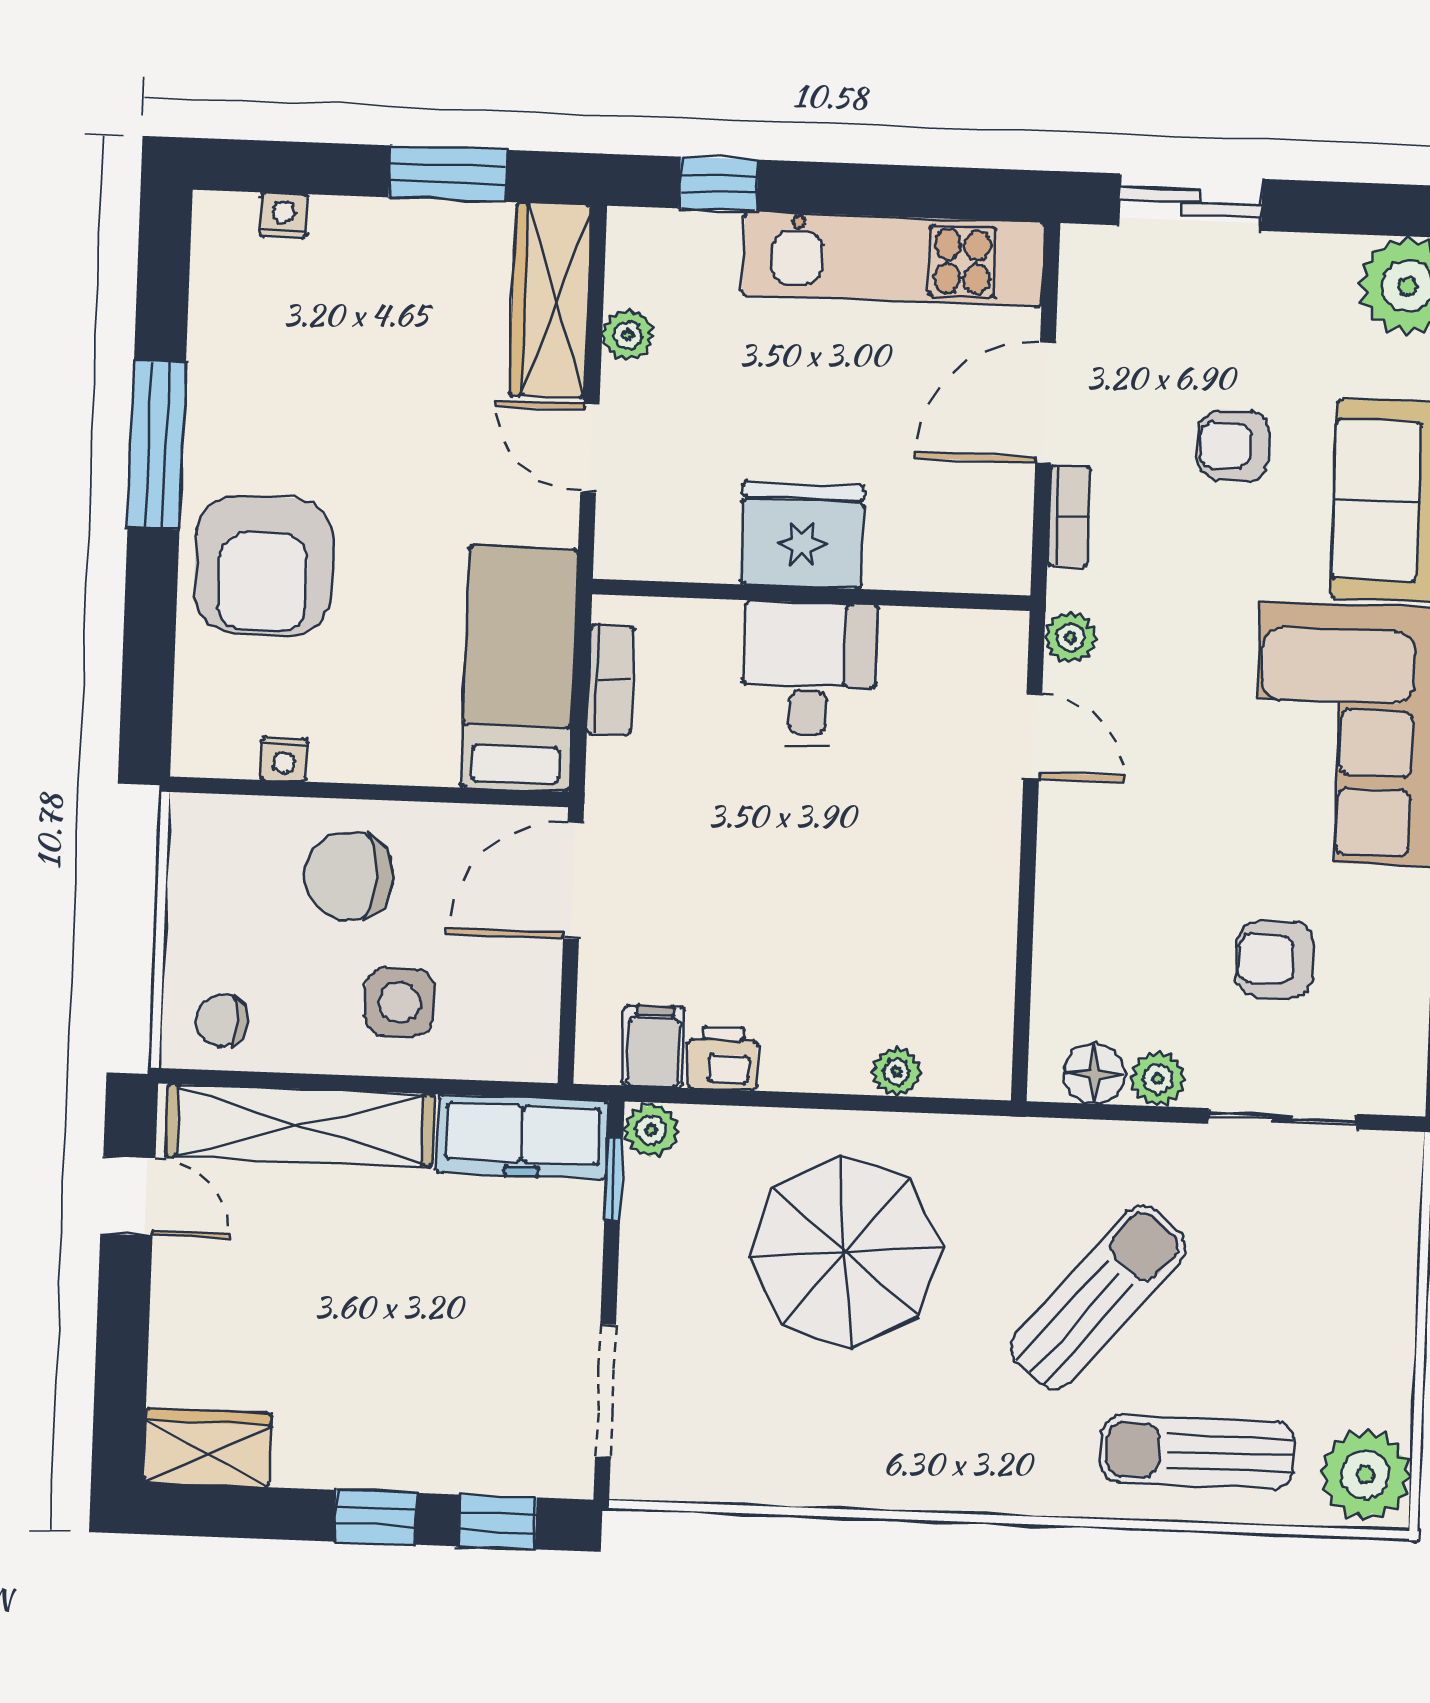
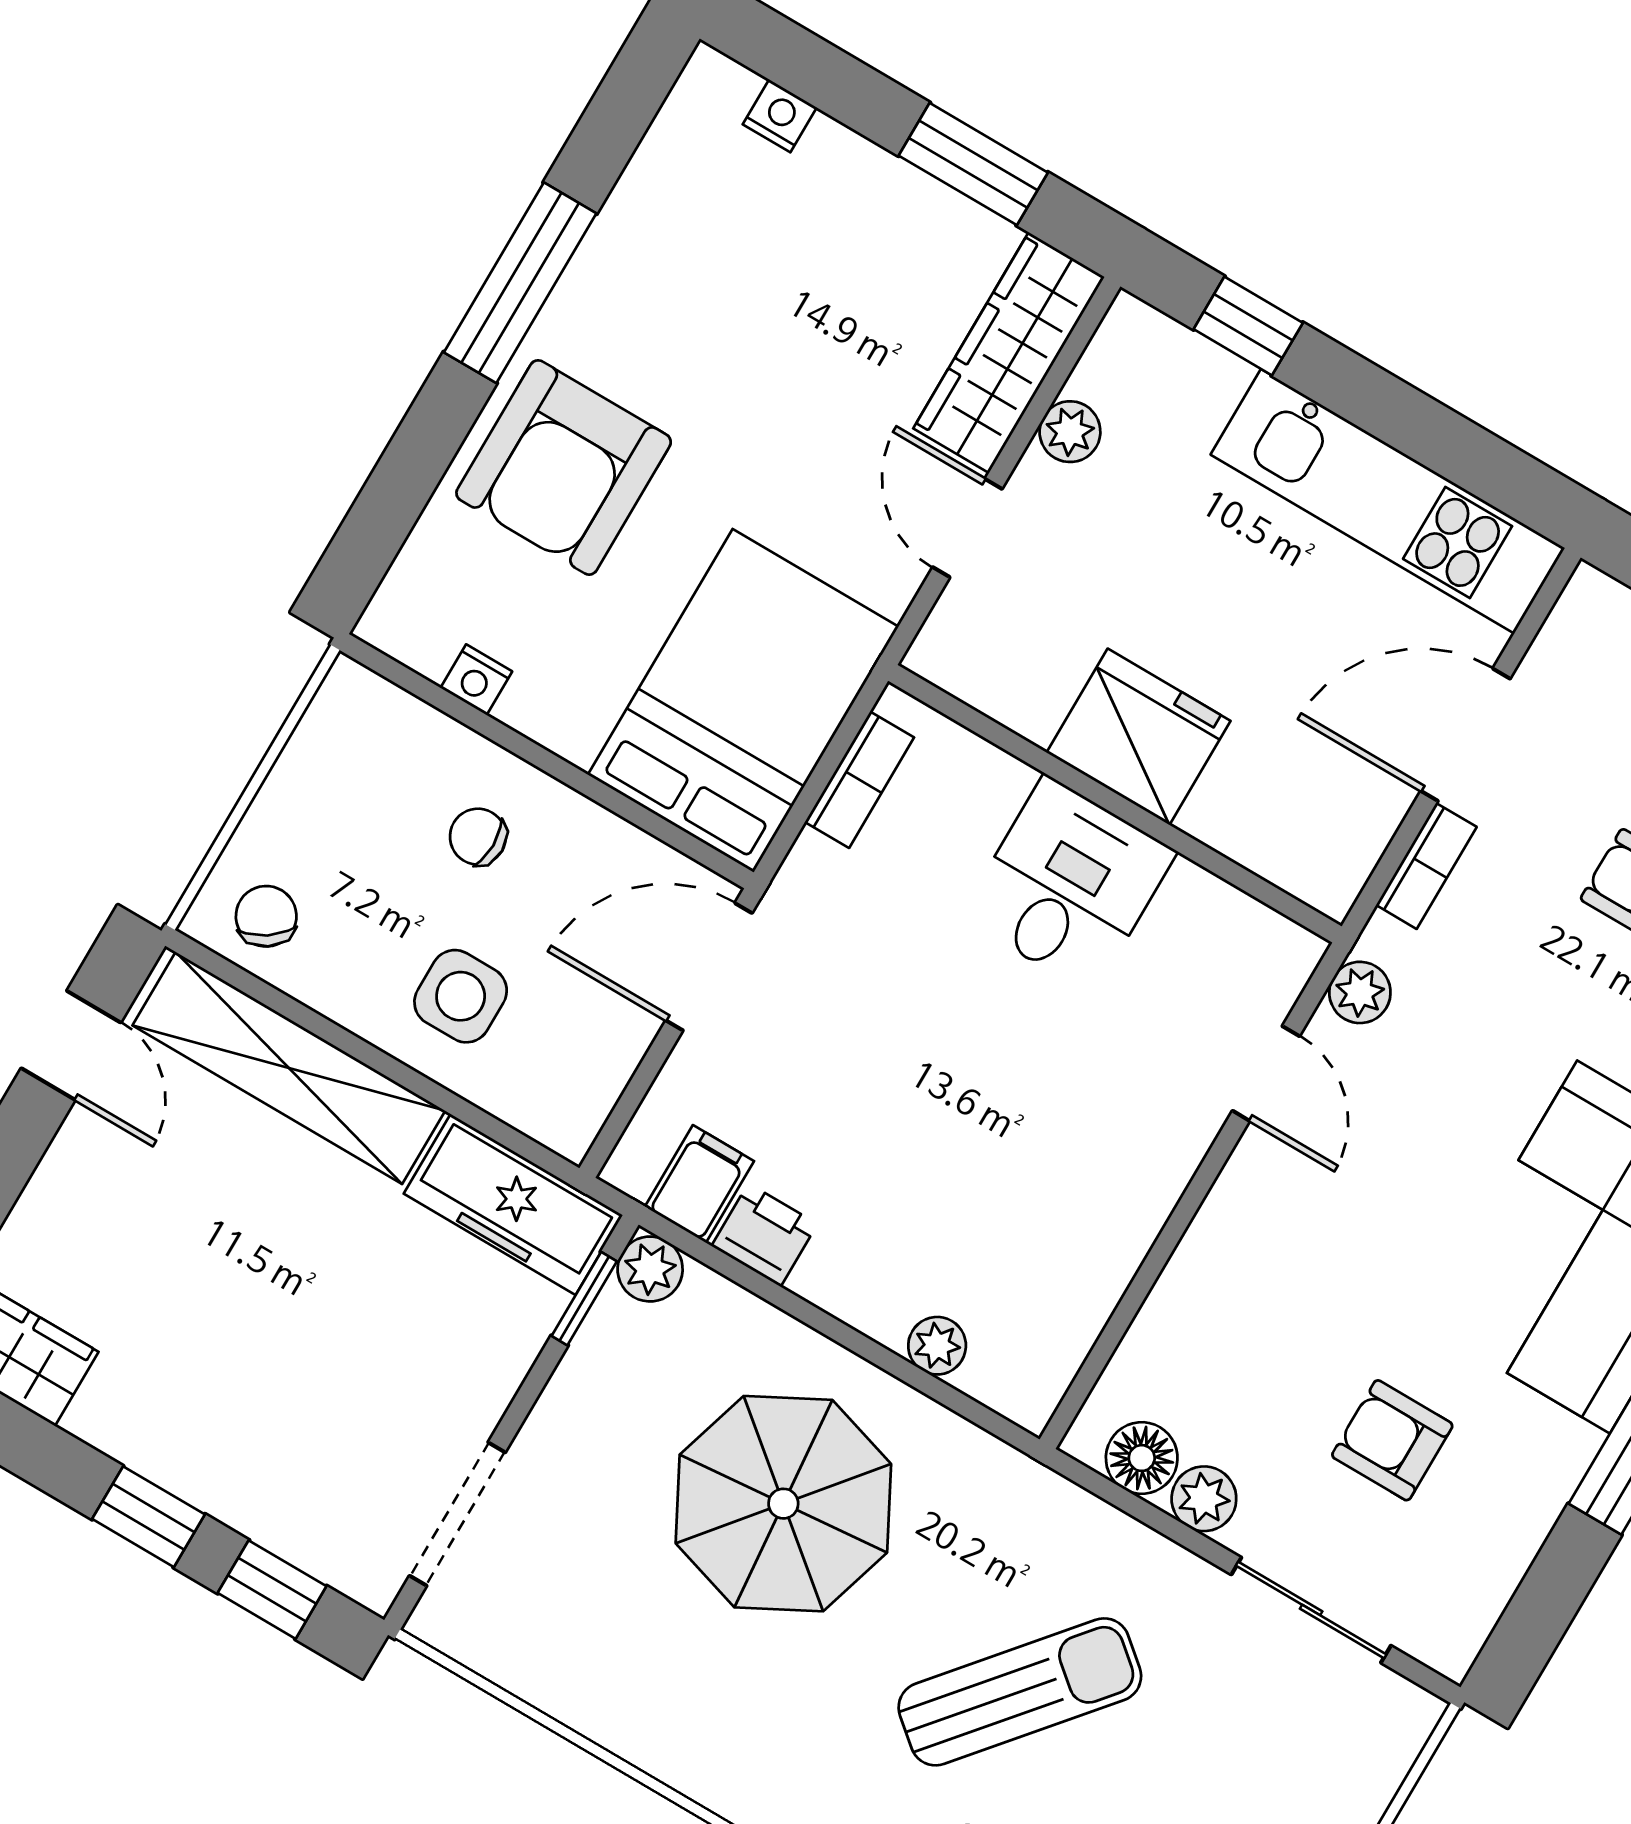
bed: (519, 669) -> (743, 701), width x1.50
chair: (348, 876) -> (478, 837), width x0.54, depth x0.54
chair: (222, 1021) -> (266, 916), turned 56

